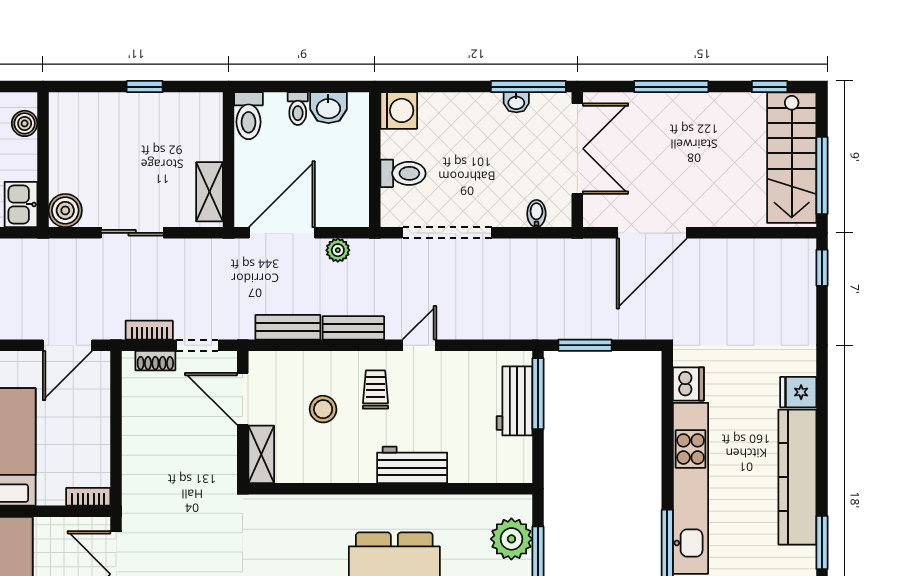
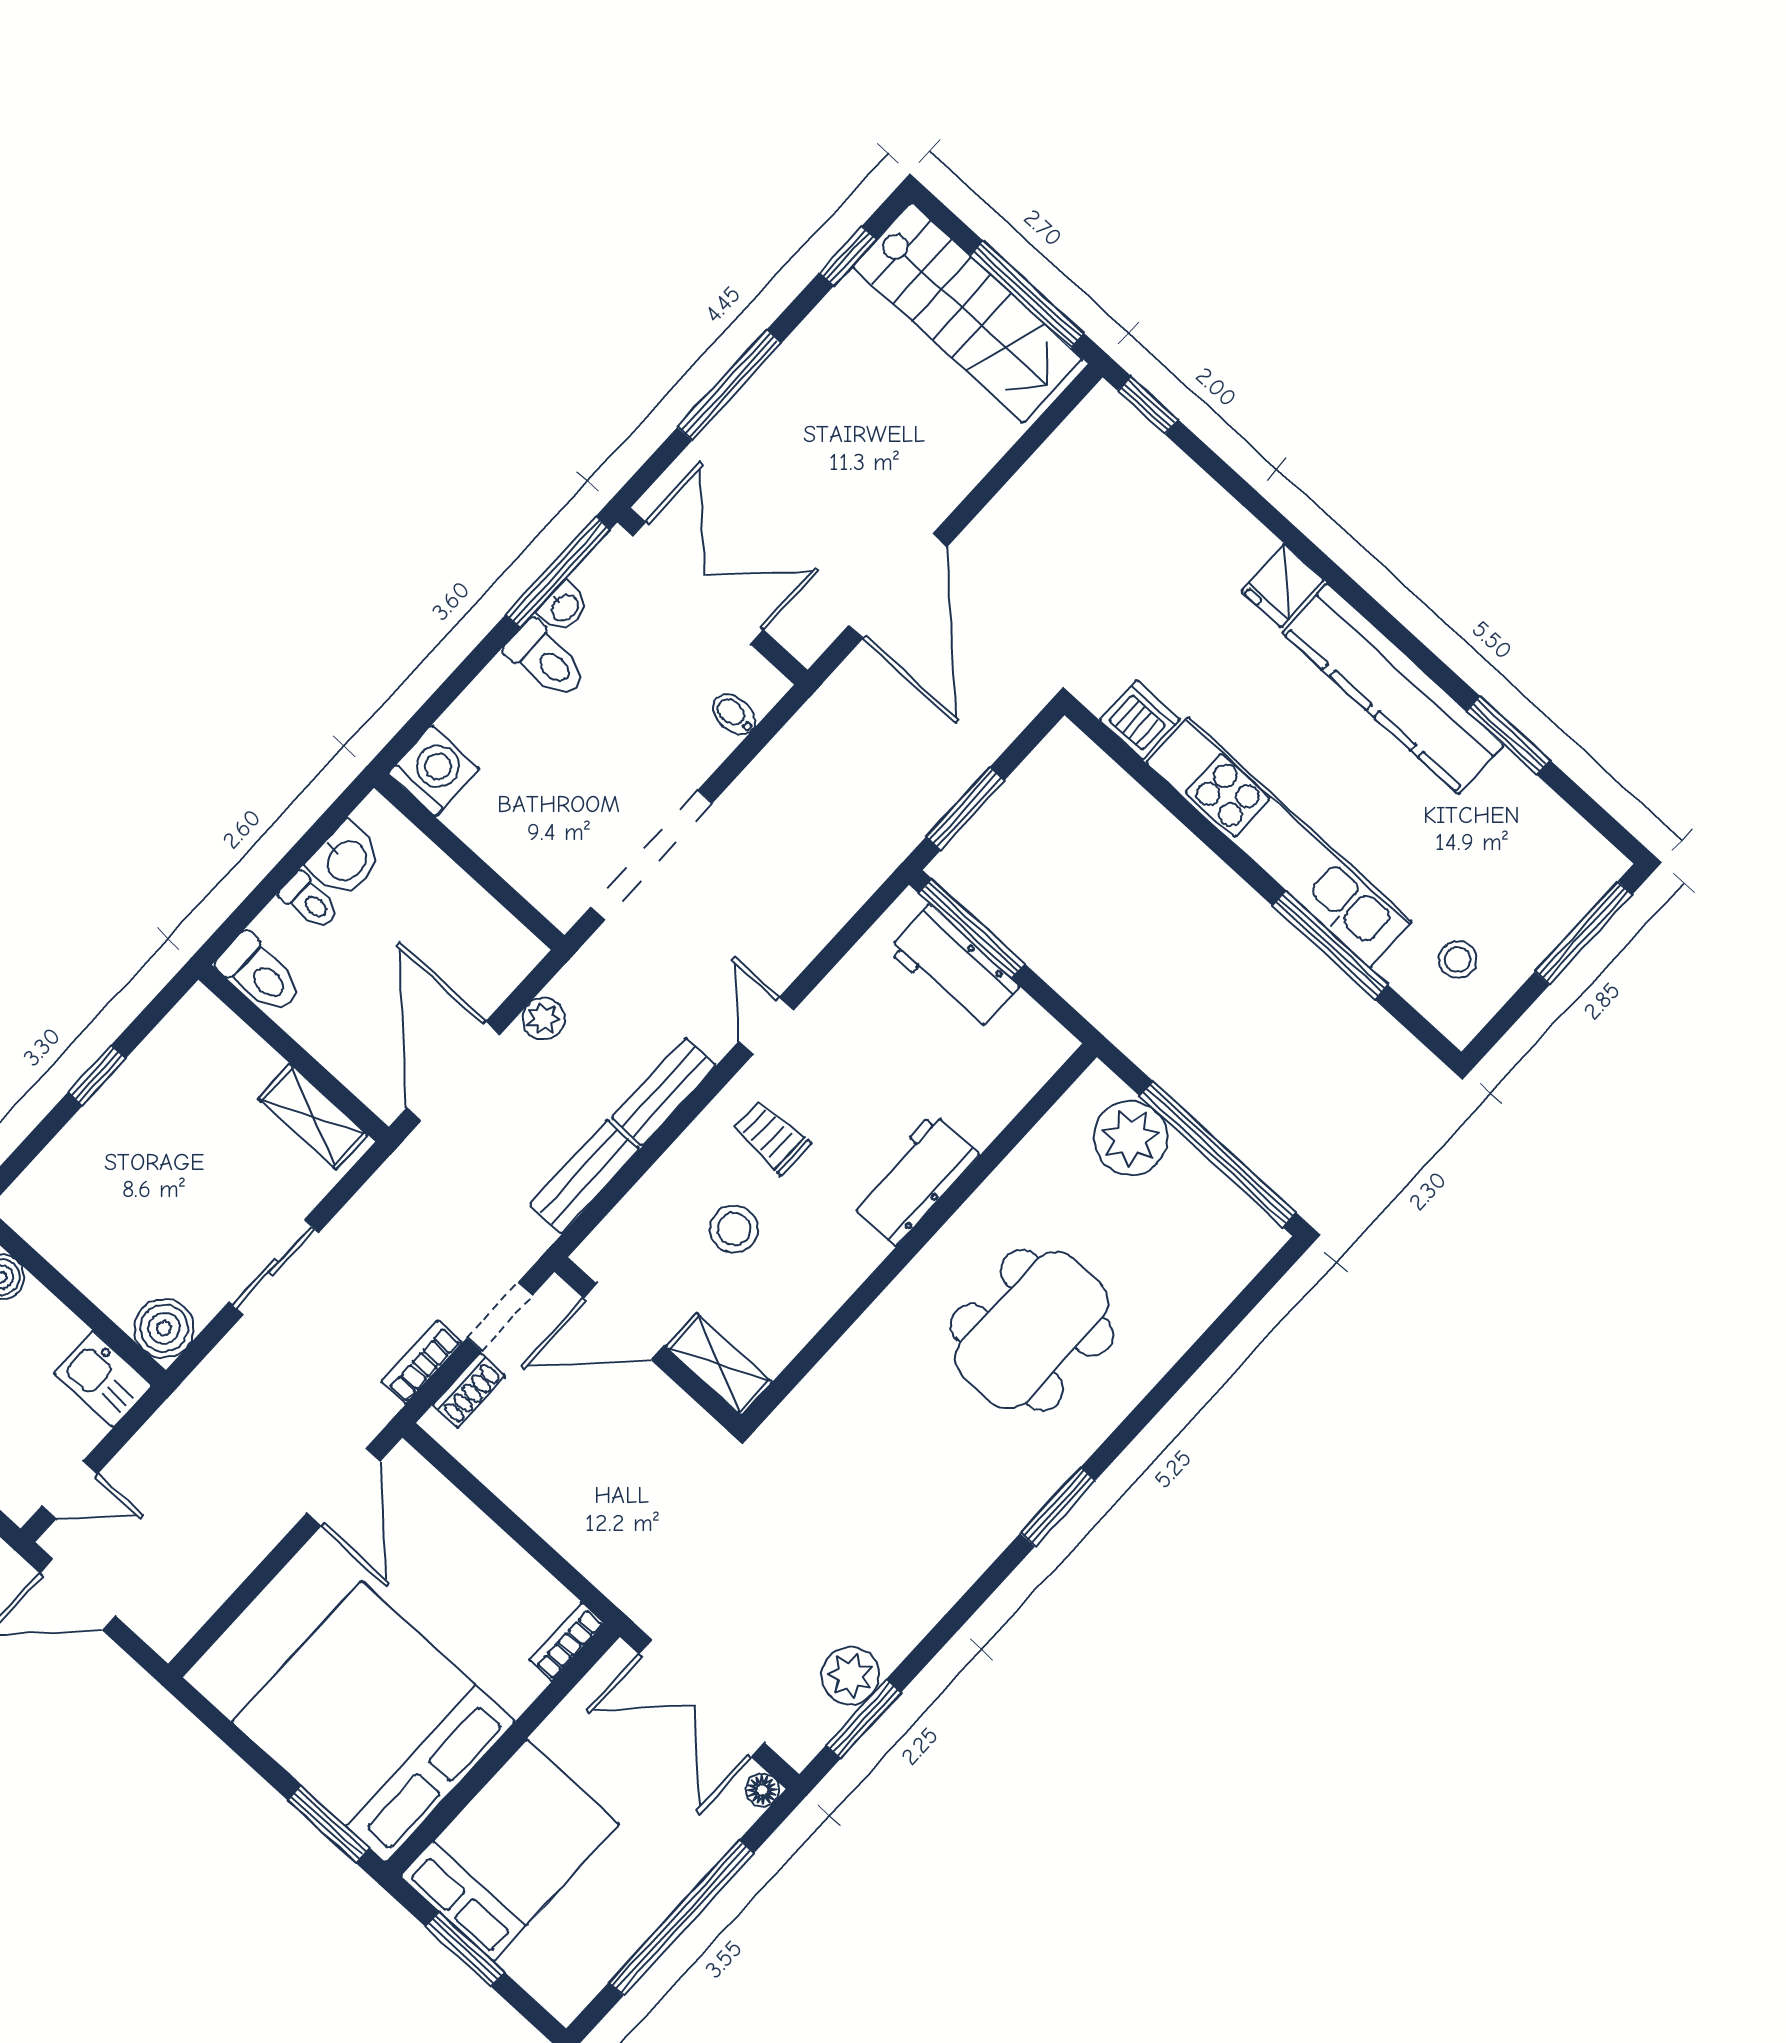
toilet: (403, 173) -> (546, 660), moved, turned 90

